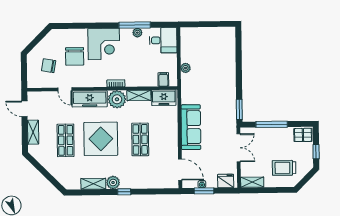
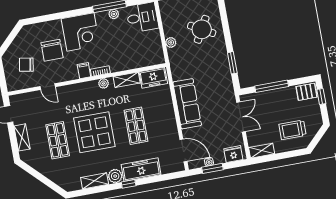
round table: (216, 61) -> (202, 29), added
filing cabinet: (163, 79) -> (84, 71), moved
freezer: (90, 99) -> (141, 170), moved, turned 180
plant: (117, 99) -> (104, 83), width x0.53, depth x0.53
window: (239, 109) -> (232, 63), moved
window: (316, 152) -> (321, 96), moved

